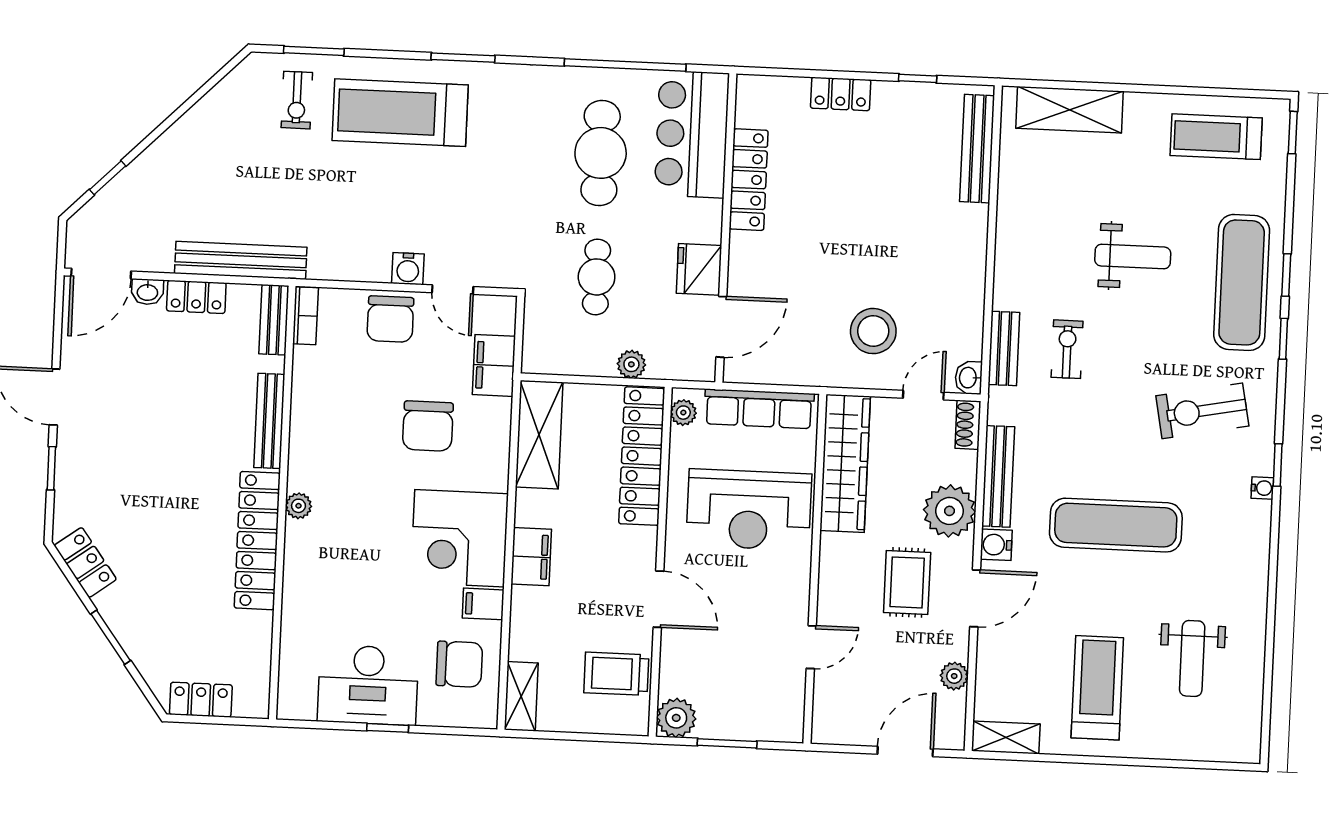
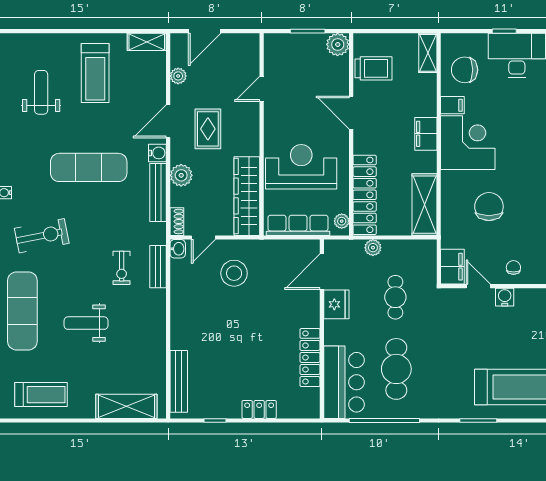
chair: (390, 319) -> (513, 267), width x0.54, depth x0.54
filing cabinet: (494, 365) -> (452, 267), moved
plant: (950, 511) -> (181, 175), width x0.73, depth x0.73

